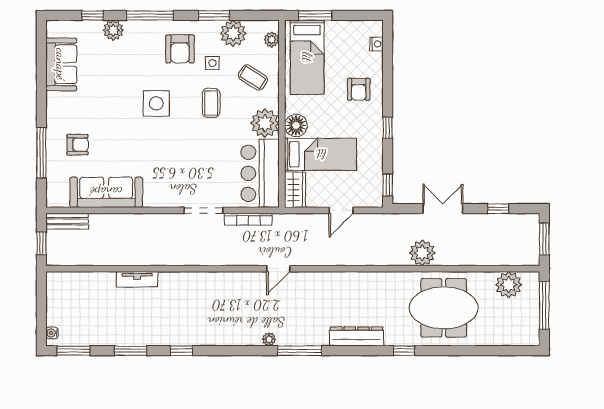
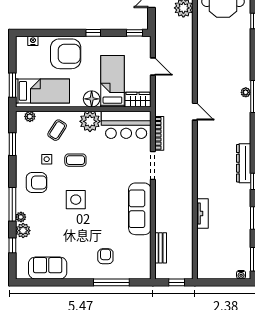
window: (214, 15) -> (12, 144), moved
plant: (233, 33) -> (21, 217), moved, width x0.53, depth x0.53
armchair: (359, 89) -> (66, 54), width x1.88, depth x1.88
sofa: (106, 192) -> (140, 209), moved
bench: (67, 221) -> (161, 248), moved
dresser: (357, 336) -> (244, 163), moved
plant: (269, 339) -> (246, 92), moved

